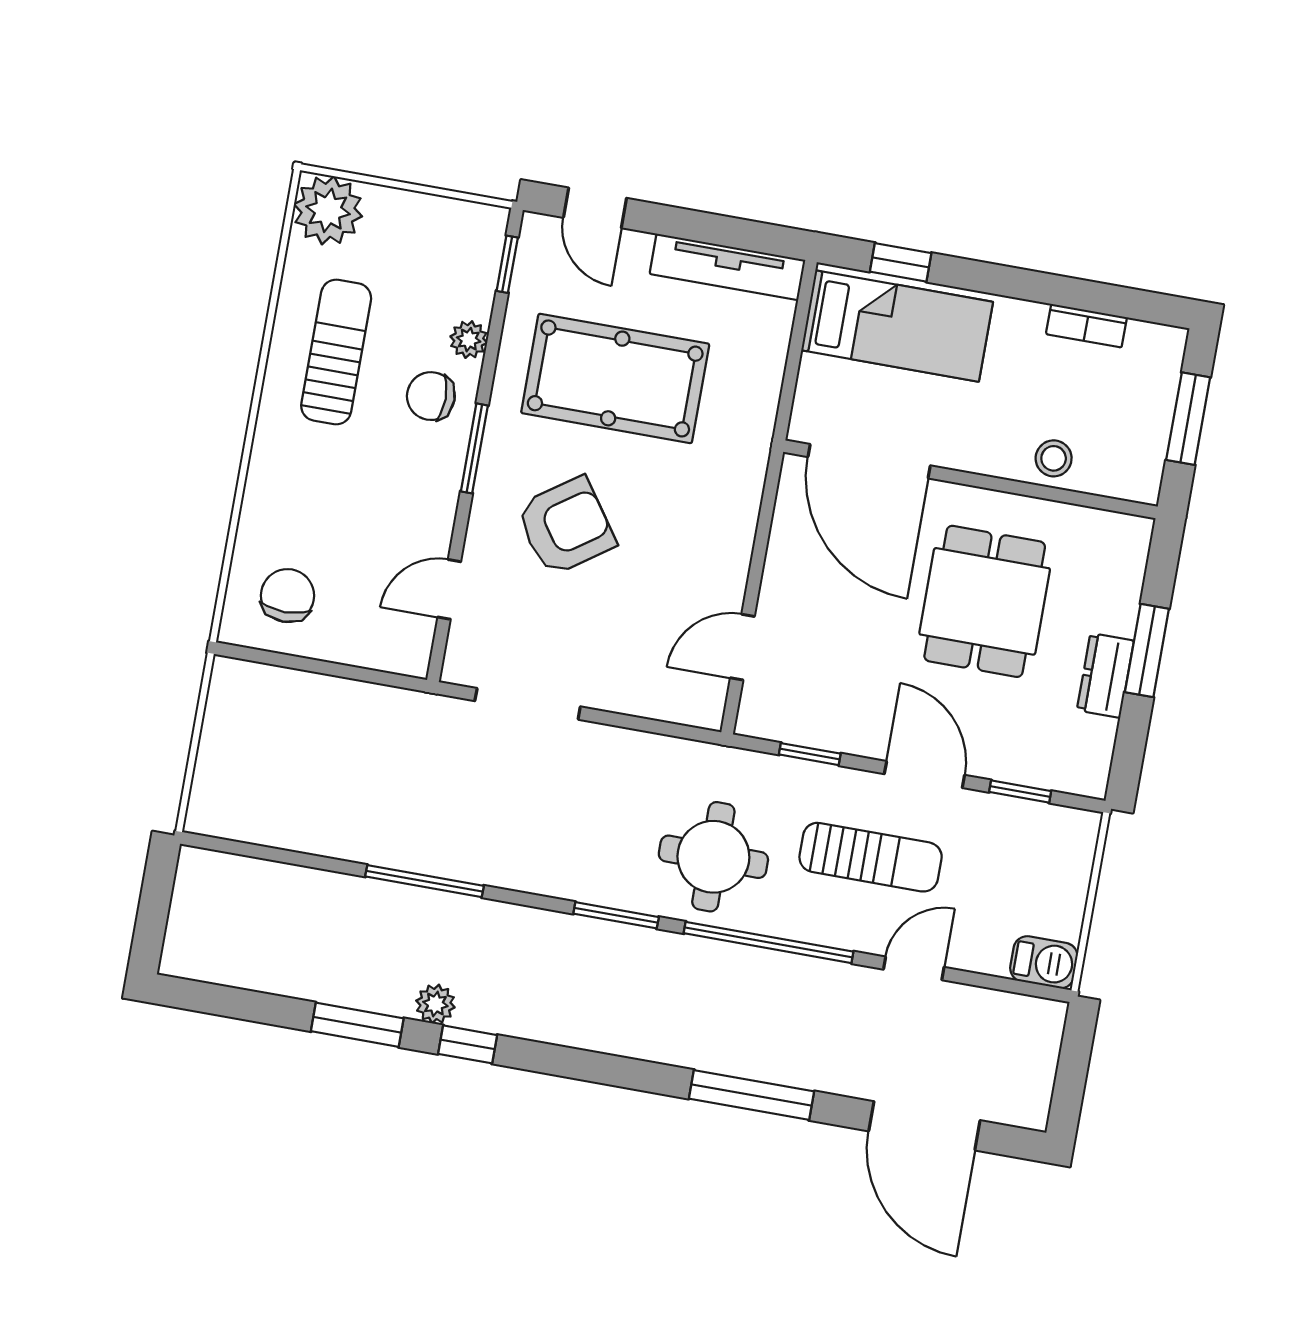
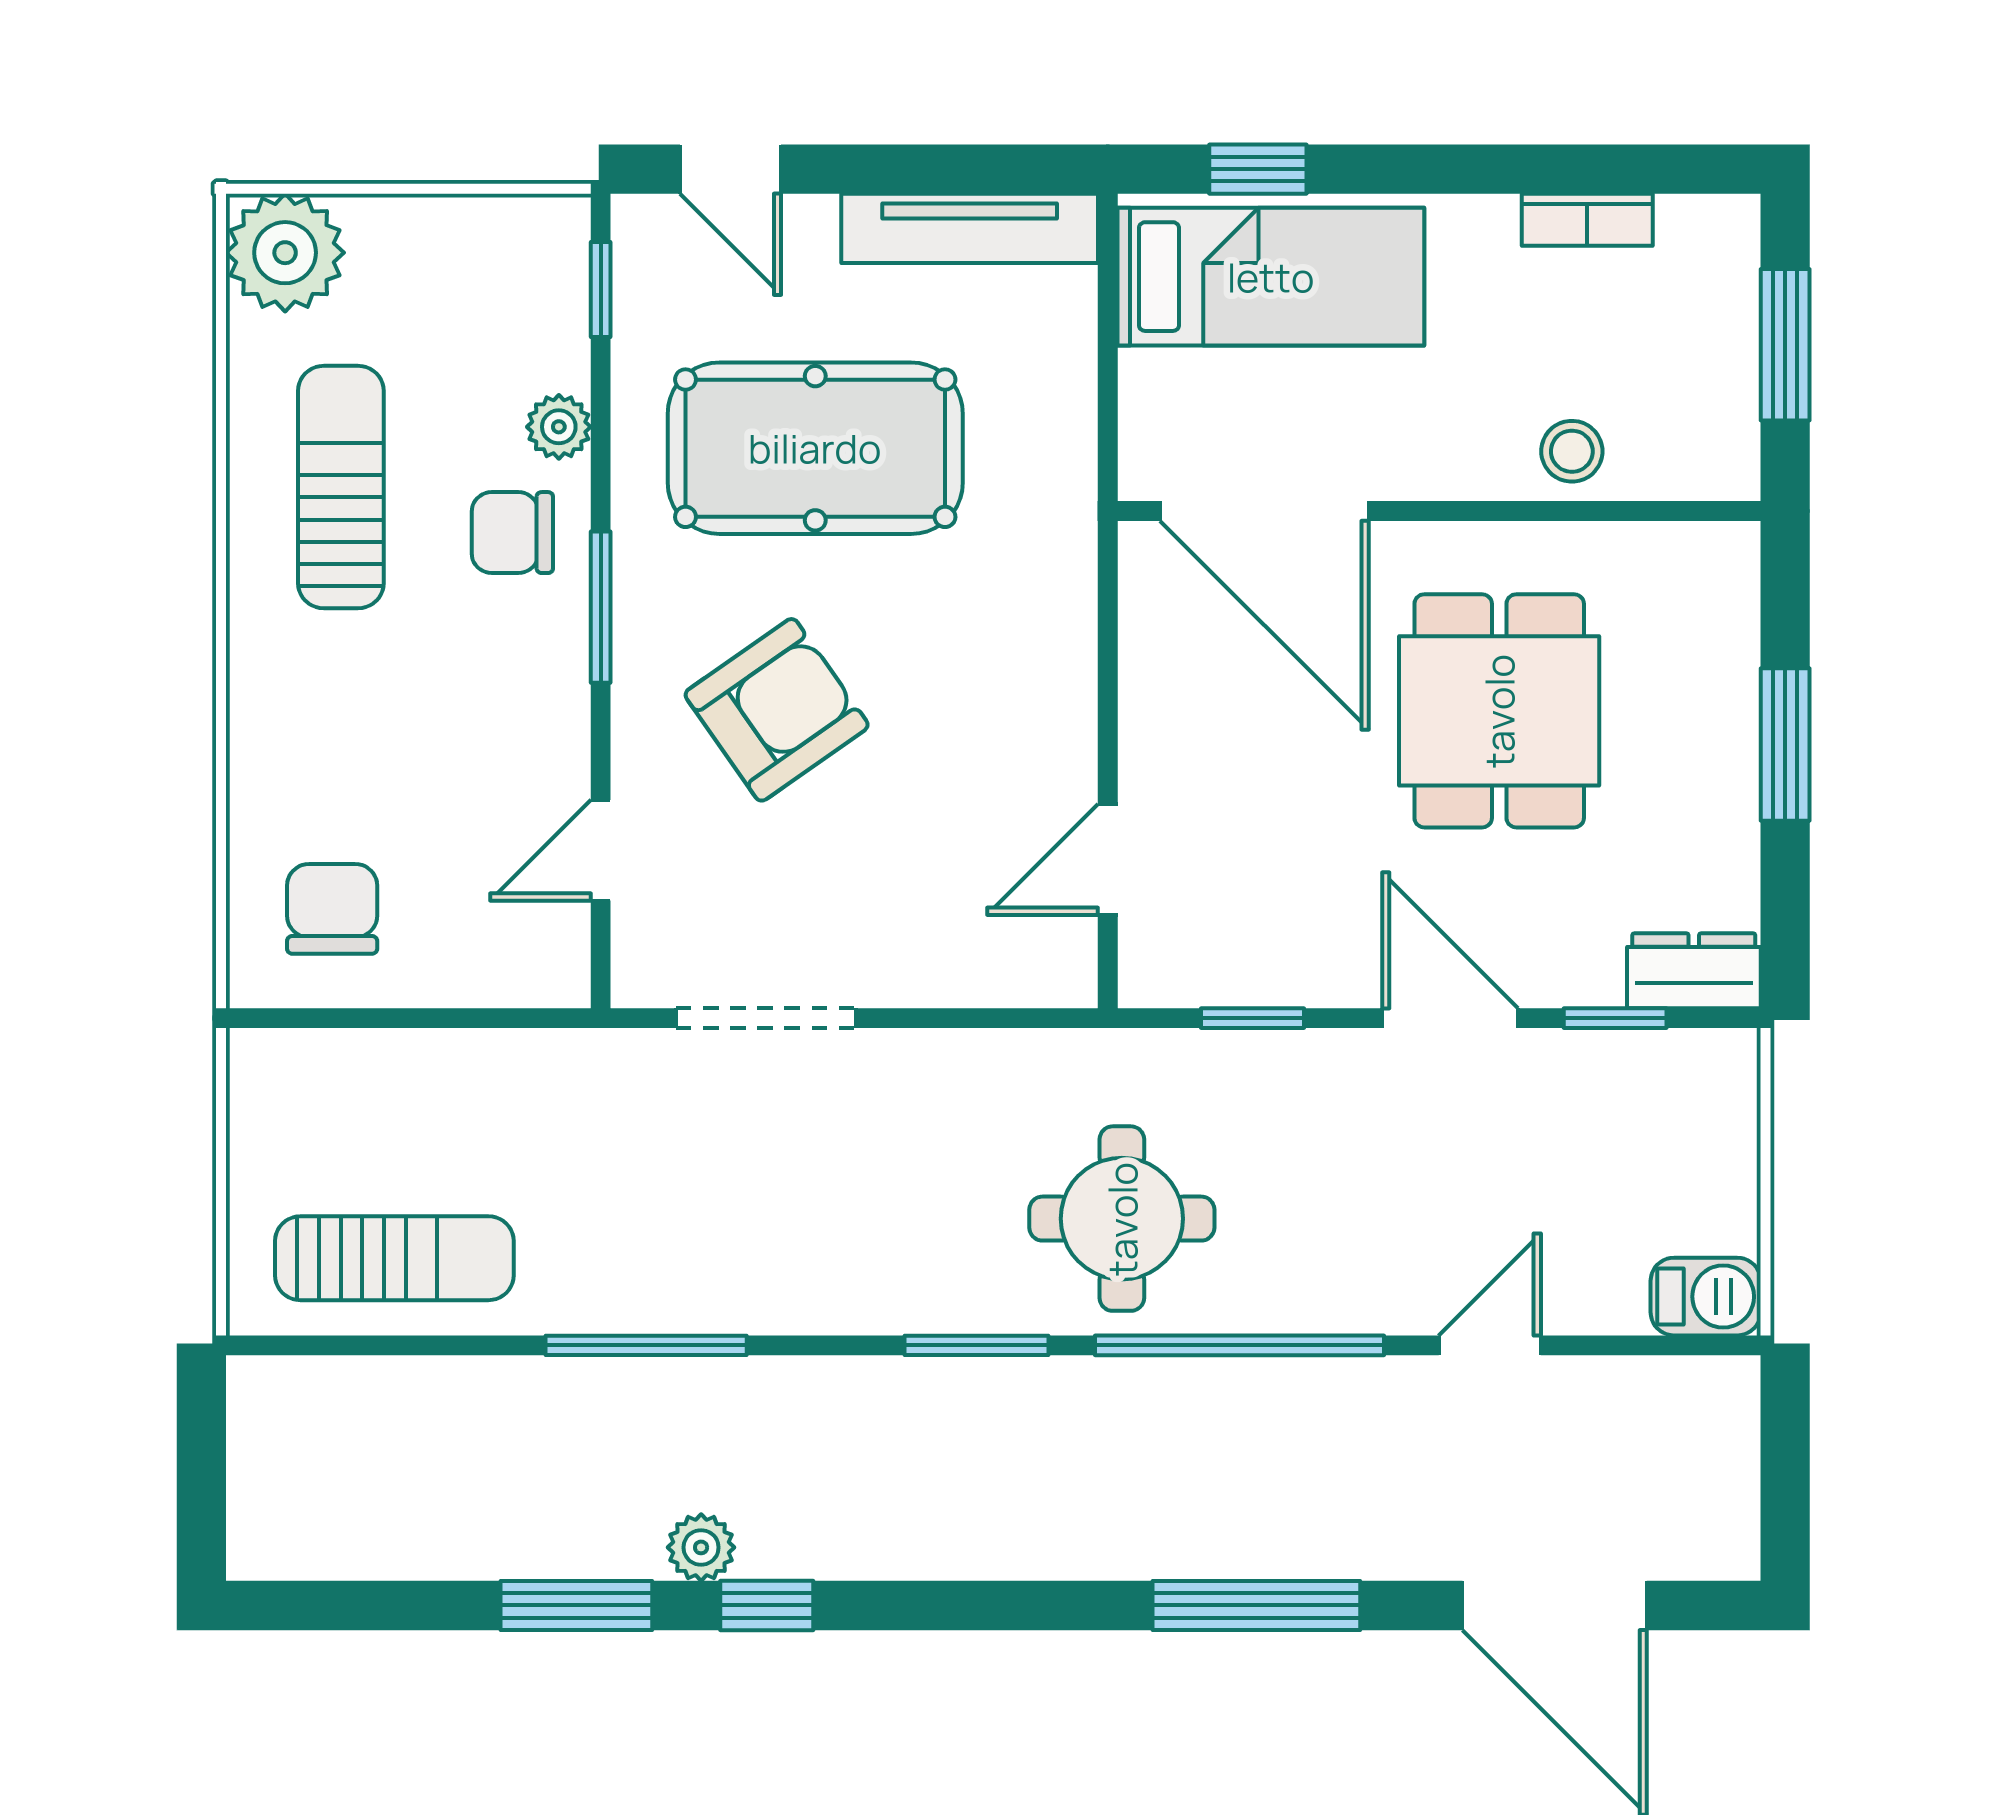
dresser: (1105, 675) -> (1694, 971), moved, turned 90
sun lounger: (871, 857) -> (394, 1258), moved

